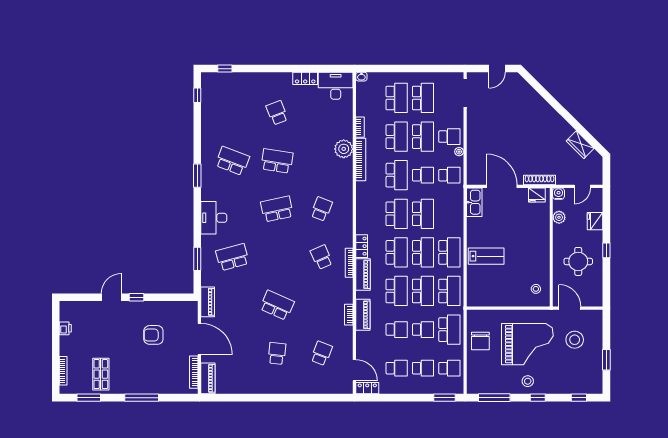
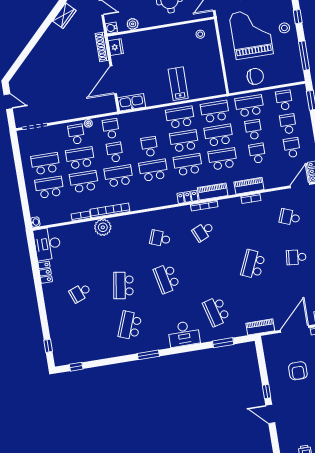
school desk: (423, 214) -> (149, 147), width x0.54

